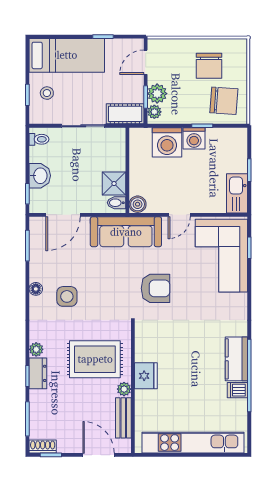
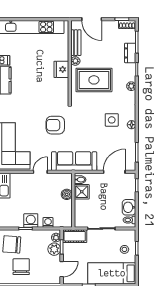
washing machine: (167, 142) -> (48, 222), width x0.53, depth x0.53
washbasin: (40, 176) -> (129, 207), moved
boiler: (138, 204) -> (67, 194), moved
dresser: (38, 373) -> (130, 53), moved

